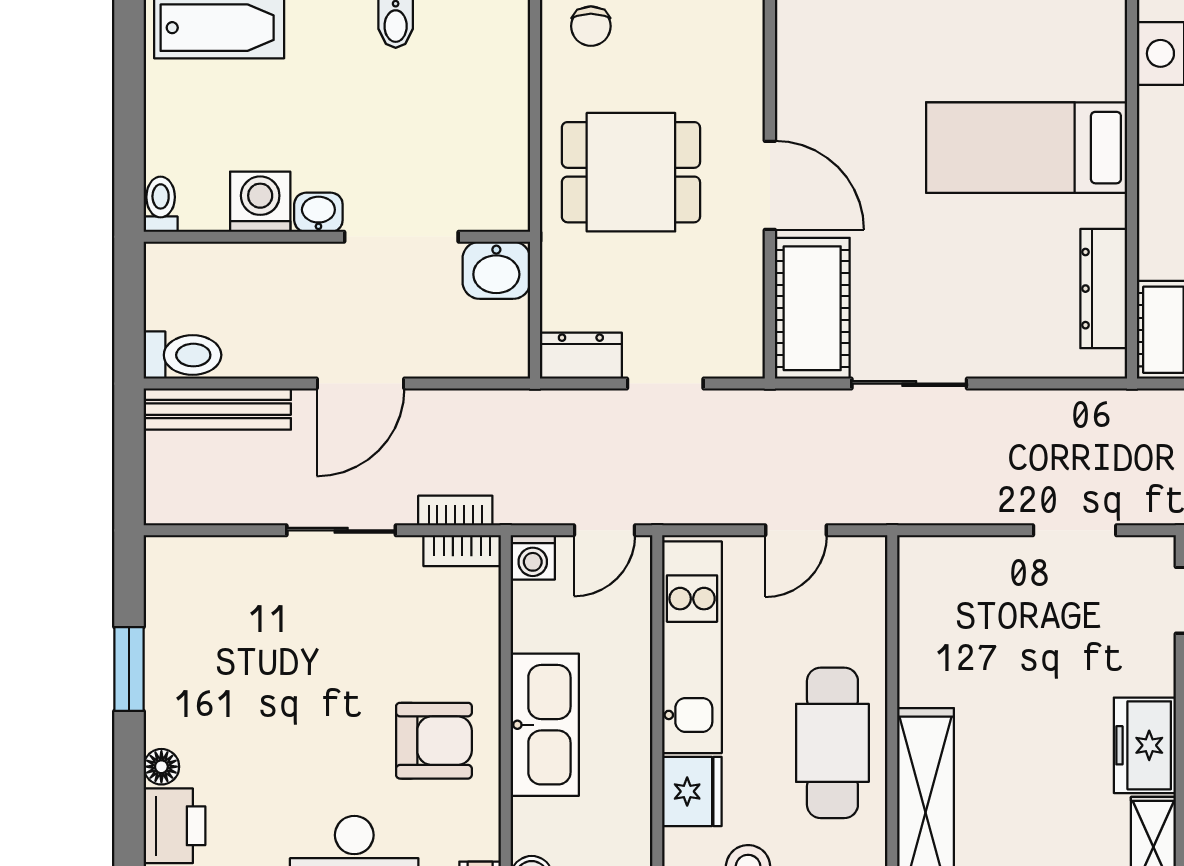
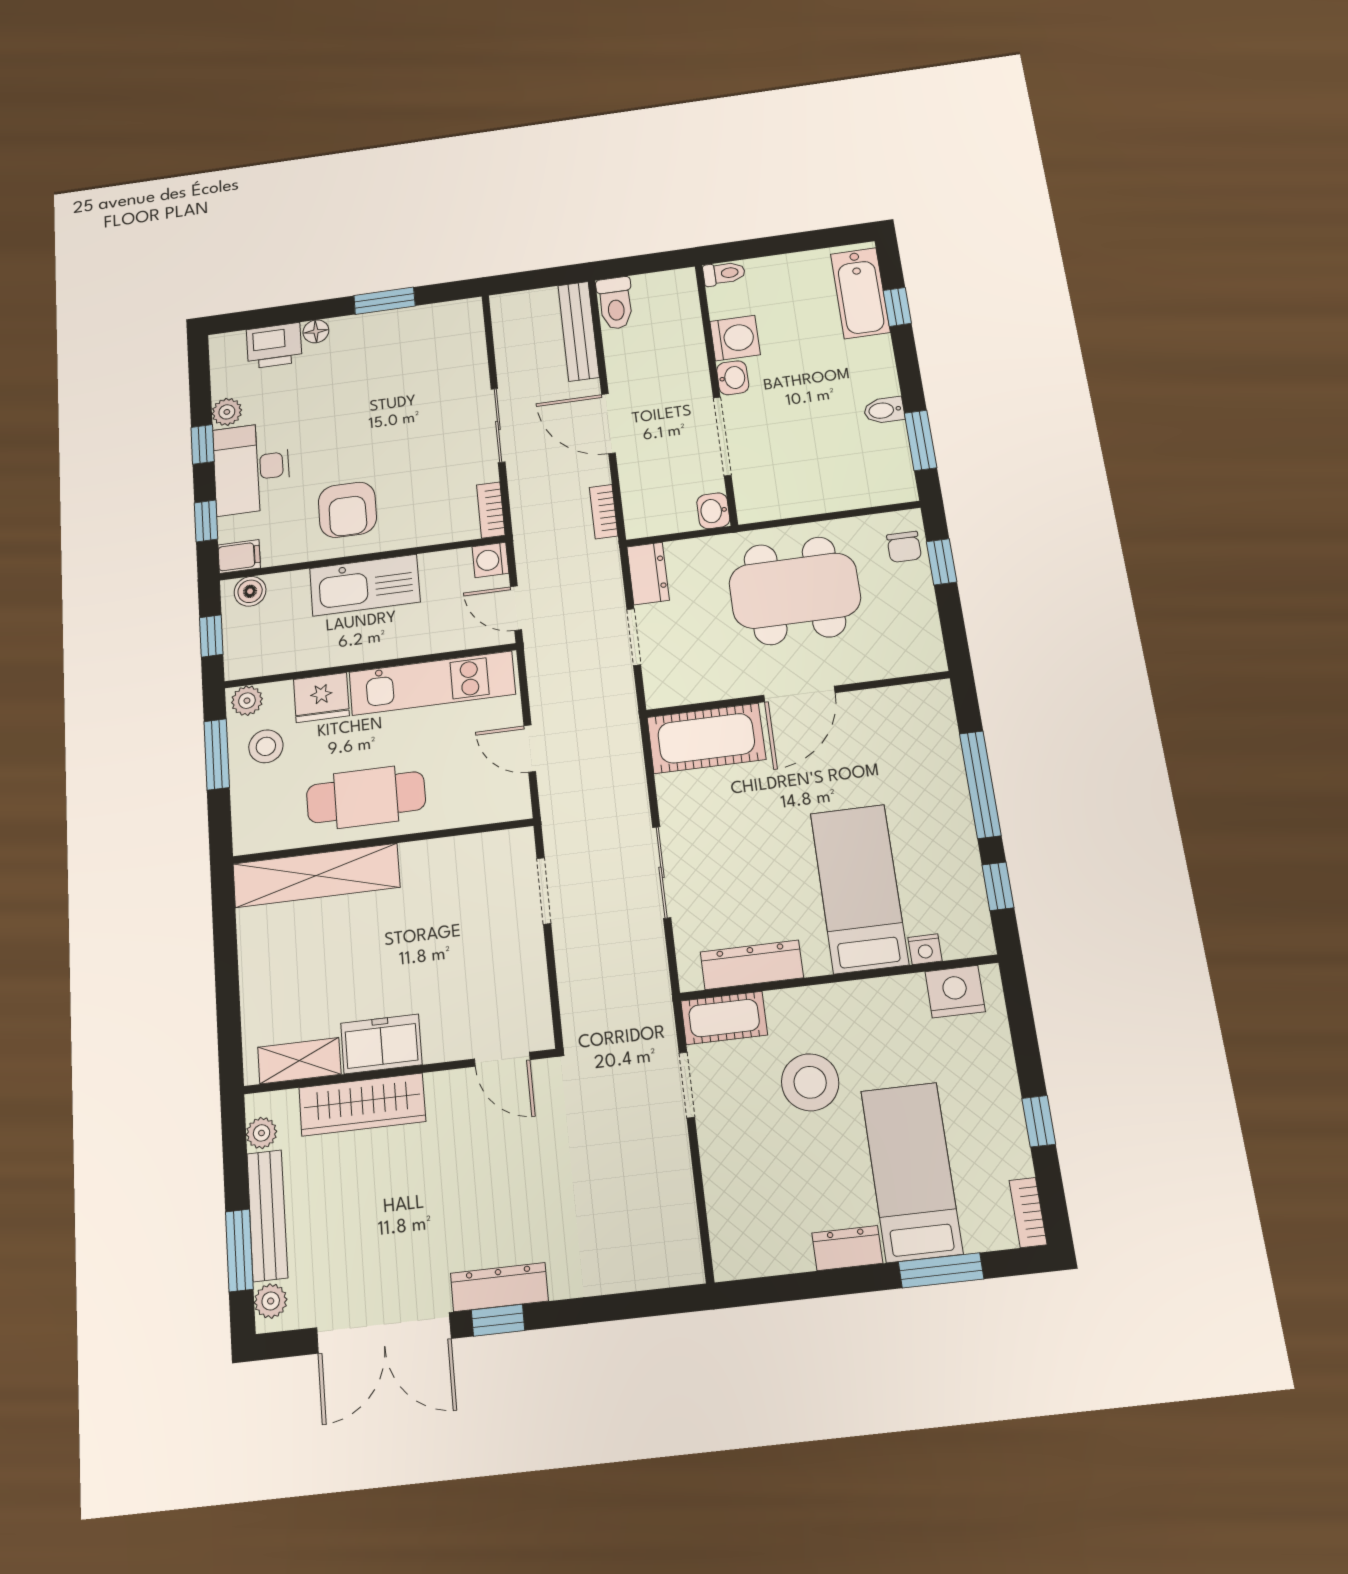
chair: (591, 26) -> (904, 547), turned -90
nightstand: (1110, 81) -> (925, 949), added
dining table: (631, 172) -> (795, 591), width x1.38
washbasin: (496, 270) -> (713, 511), width x0.72, depth x0.69
sliding door: (909, 384) -> (662, 872), moved
bookcase: (455, 511) -> (604, 512), moved, turned 180
doorway: (1075, 530) -> (544, 891), moved

